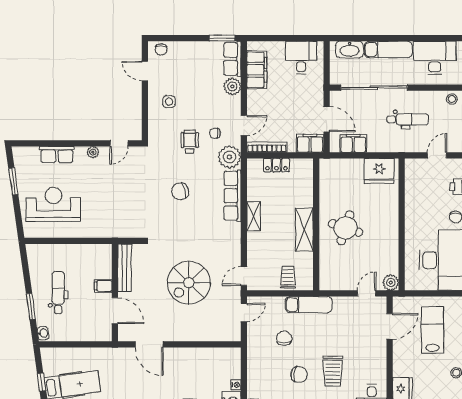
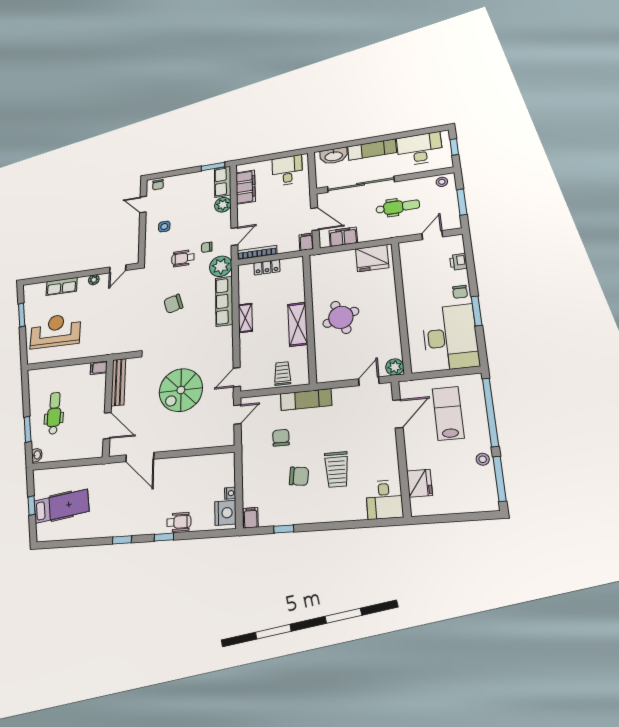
wheelchair: (190, 142) -> (183, 258), turned -90
filing cabinet: (310, 143) -> (306, 242), width x0.50
round table: (346, 228) -> (341, 317), turned -37
filing cabinet: (103, 286) -> (99, 368), moved

